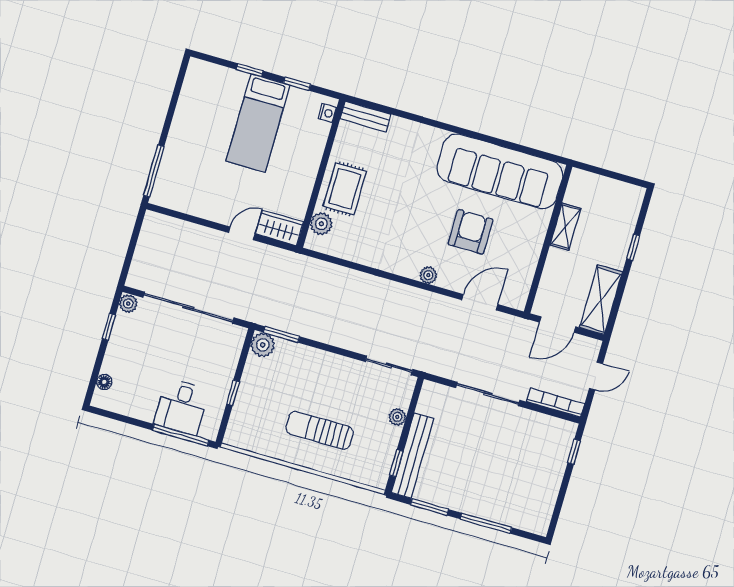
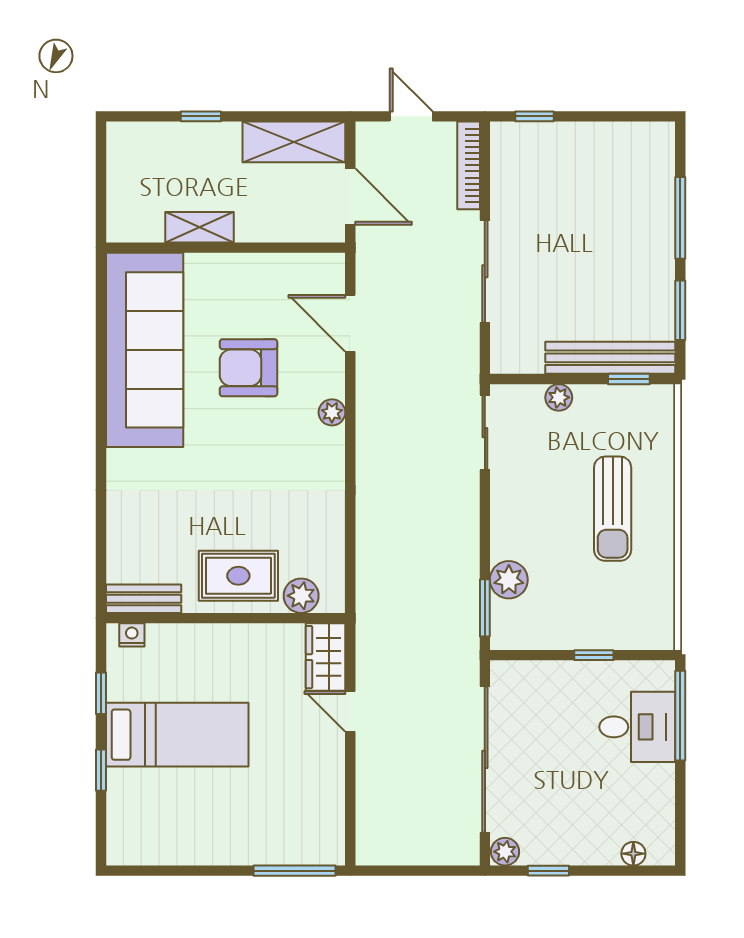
bench: (366, 116) -> (144, 599), moved, turned 90
plant: (263, 345) -> (509, 580), moved

